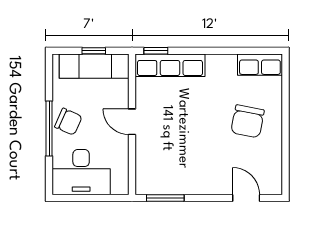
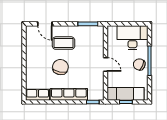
row of seats: (170, 65) -> (69, 94), moved
chair: (248, 121) -> (60, 67), moved
coffee table: (211, 162) -> (64, 43), added

